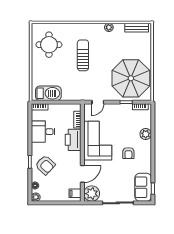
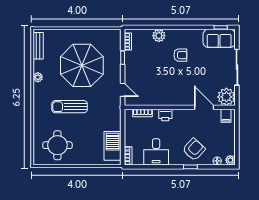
parasol: (131, 78) -> (82, 65), moved
printer: (73, 140) -> (165, 115), width x0.53, depth x0.68
corner sofa: (98, 141) -> (166, 90), removed

